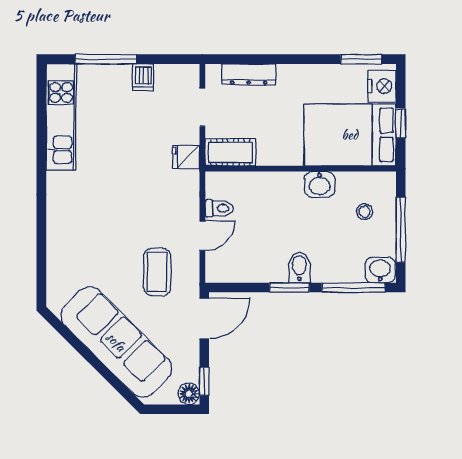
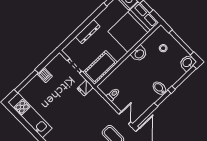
dresser: (249, 74) -> (88, 32), moved
cot: (230, 152) -> (100, 67), width x1.37, depth x1.34
door: (202, 236) -> (125, 118), moved

